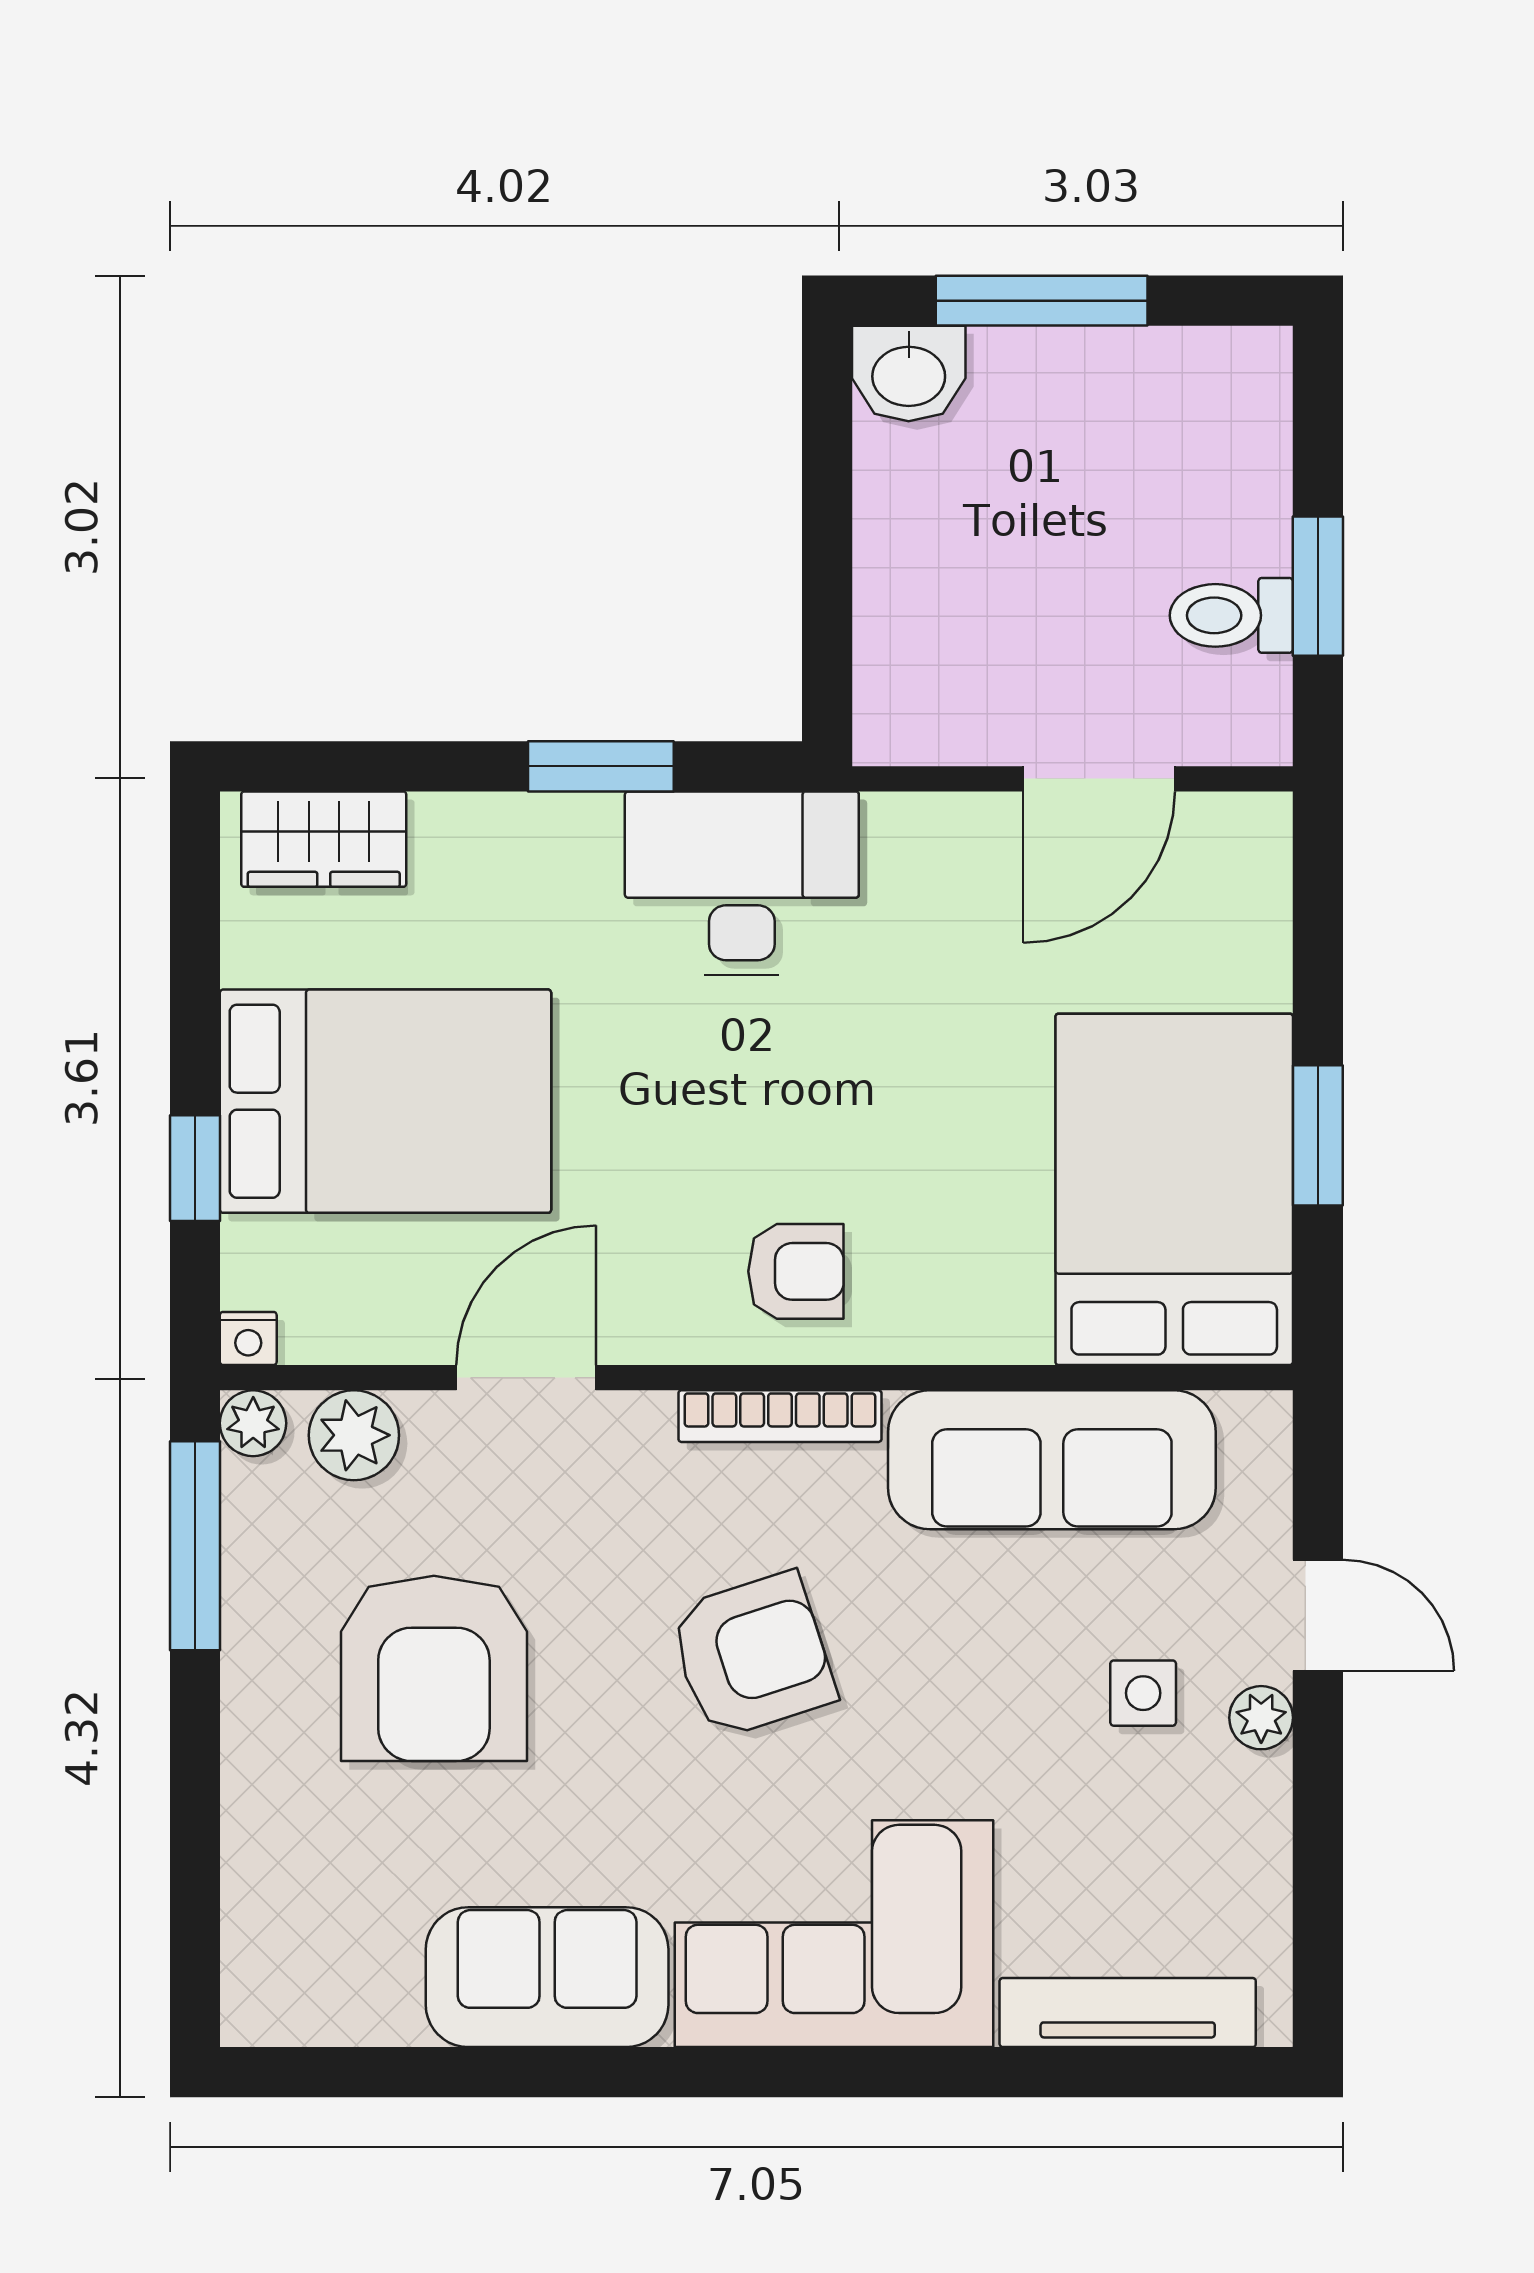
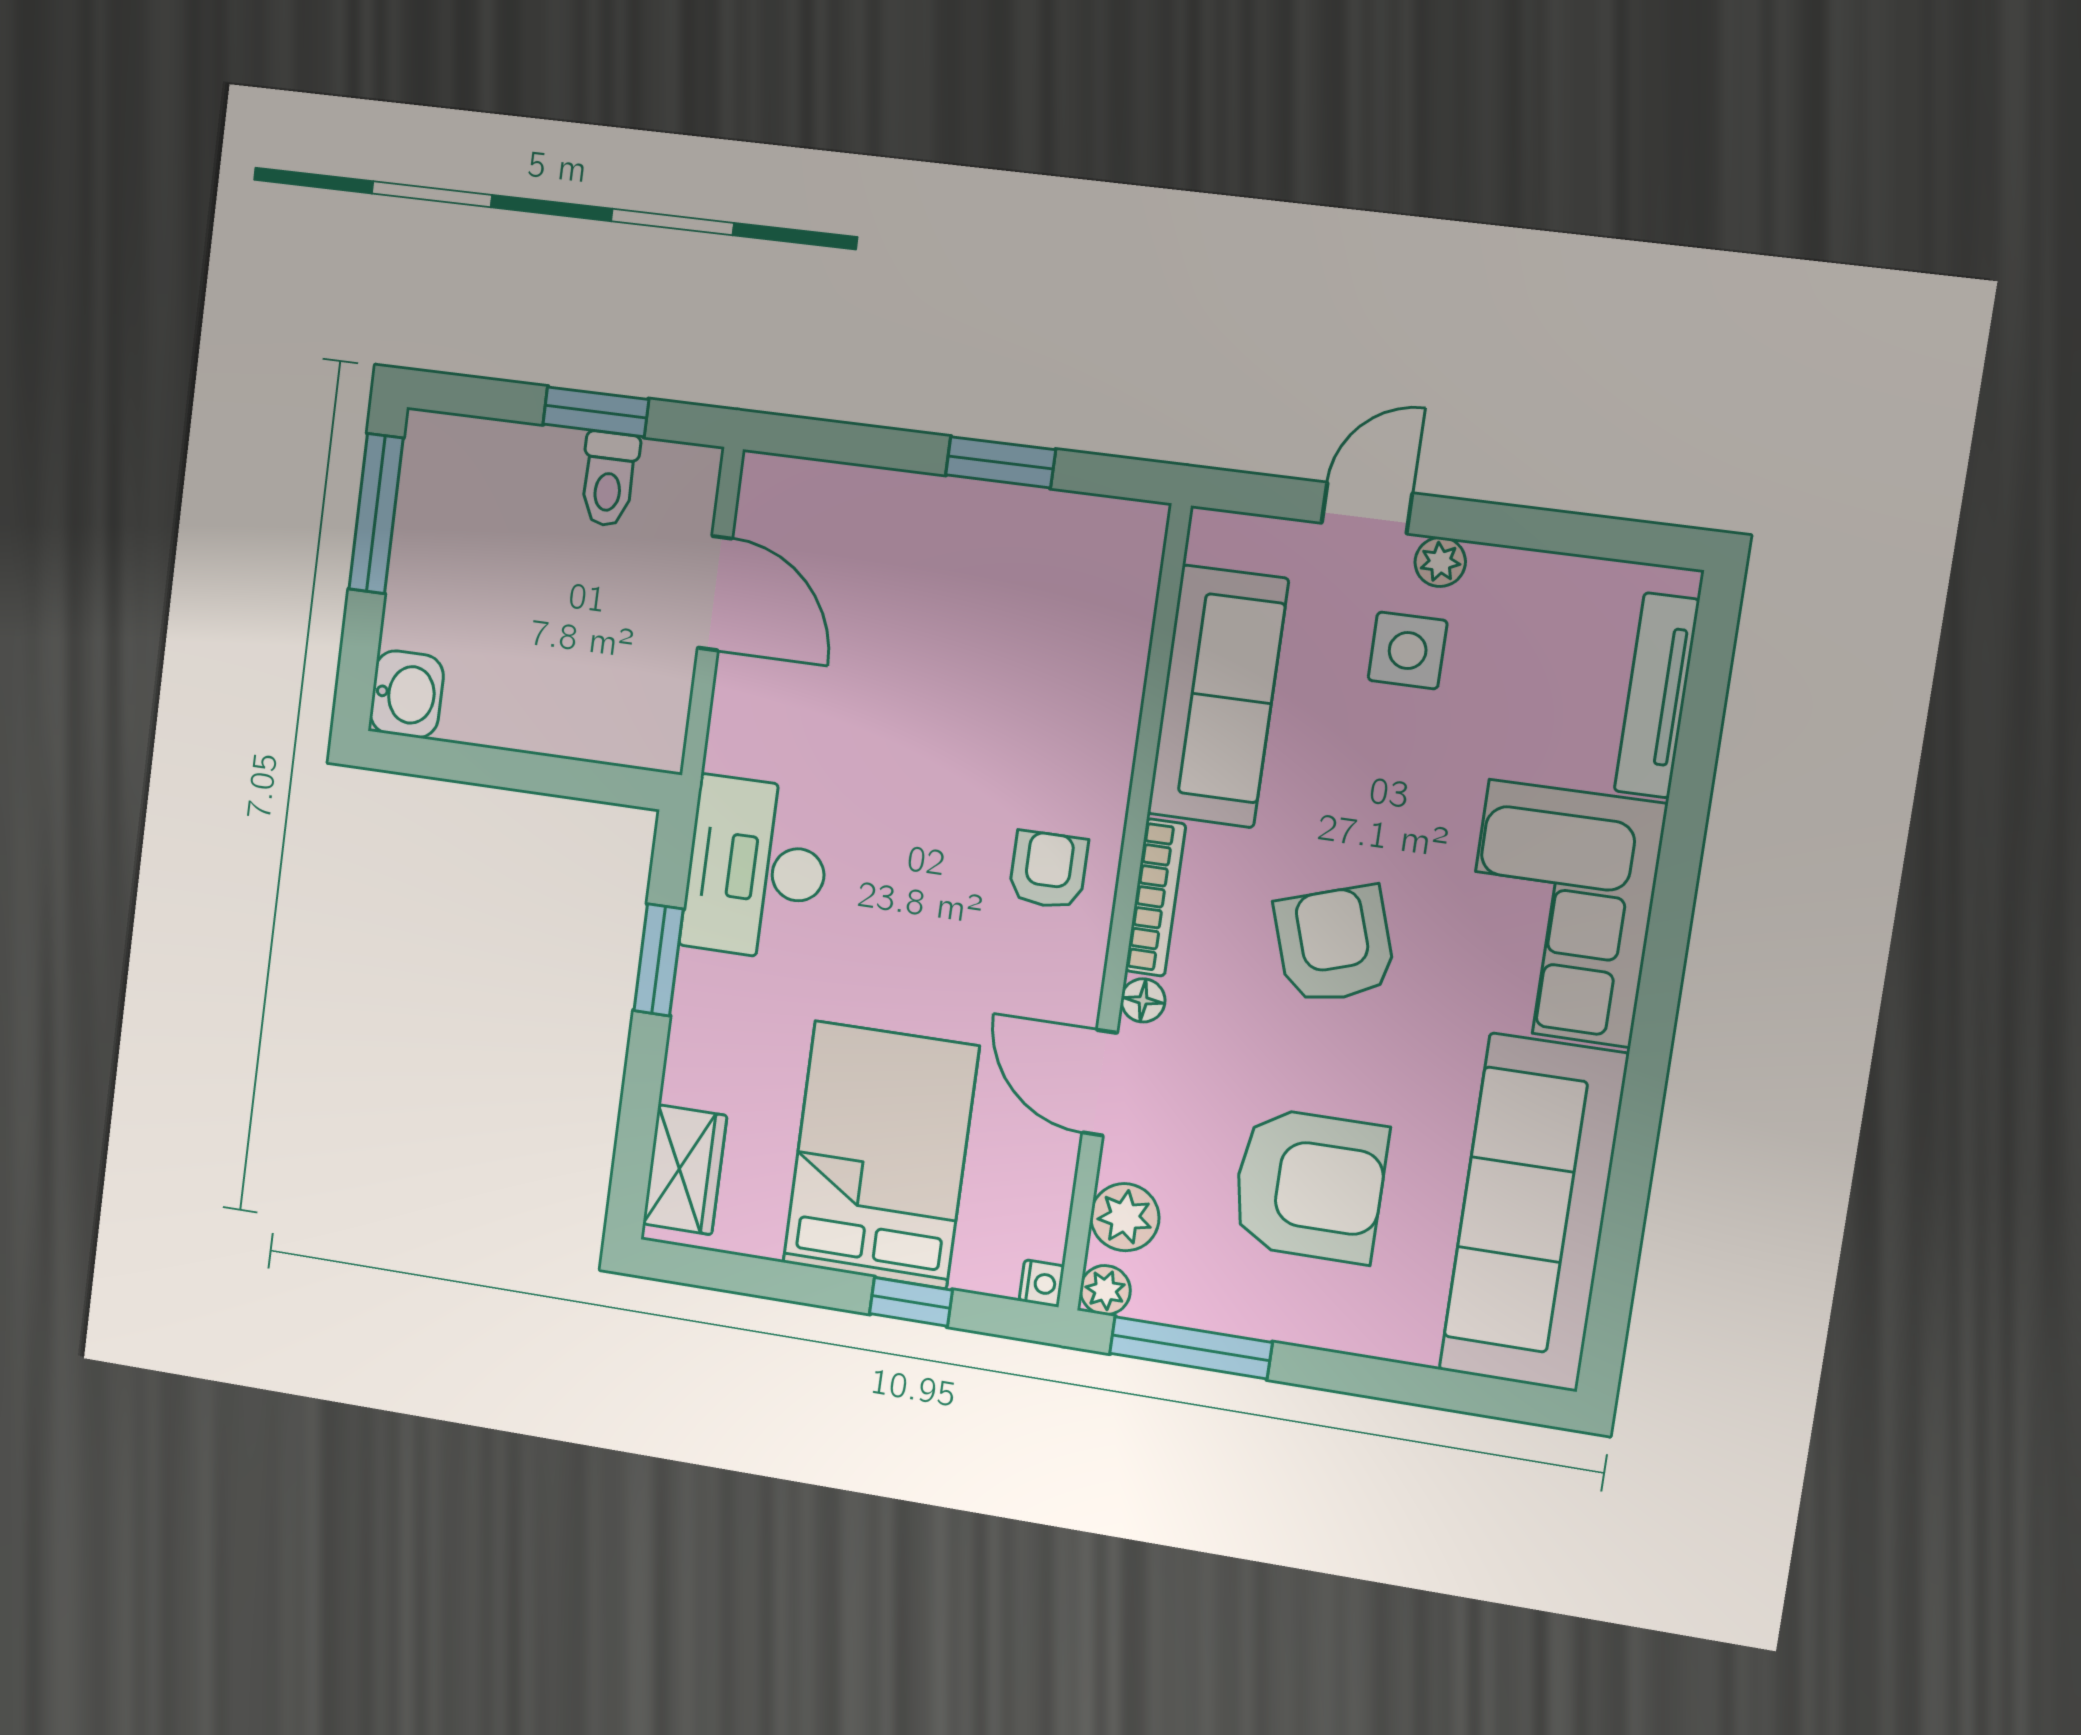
window: (1042, 301) -> (376, 514), moved
bed: (1174, 1189) -> (1026, 577), removed
floor lamp: (643, 1419) -> (1143, 1000), added
side table: (1143, 1693) -> (1408, 650), width x1.37, depth x1.37
sofa: (547, 1977) -> (1534, 1212), width x1.85, depth x1.27

